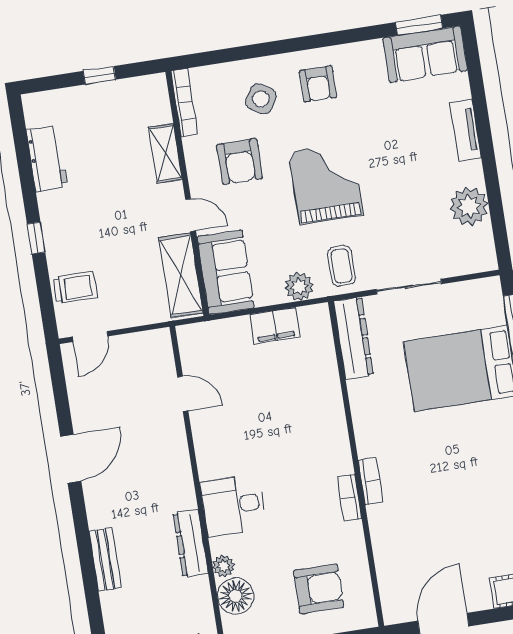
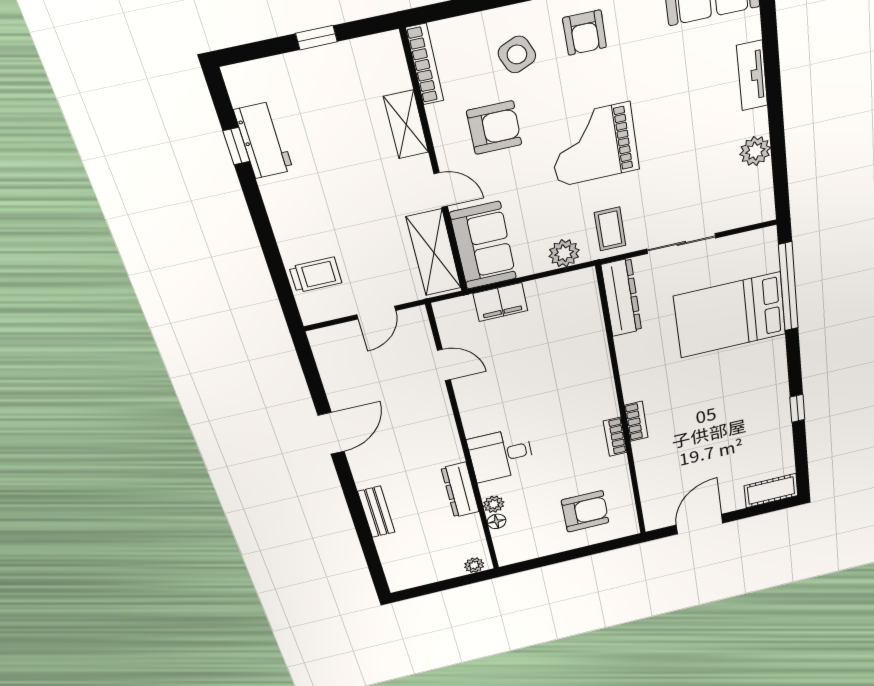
side table: (261, 99) -> (517, 54), turned 37
armchair: (240, 161) -> (494, 128), turned -90
grand piano: (326, 183) -> (593, 145), turned -90
plant: (469, 206) -> (755, 151), width x0.73, depth x0.73
window: (36, 238) -> (236, 146), moved
filing cabinet: (275, 326) -> (500, 302), moved
door: (90, 336) -> (376, 313), moved
floor lamp: (236, 596) -> (497, 521), width x0.53, depth x0.53

